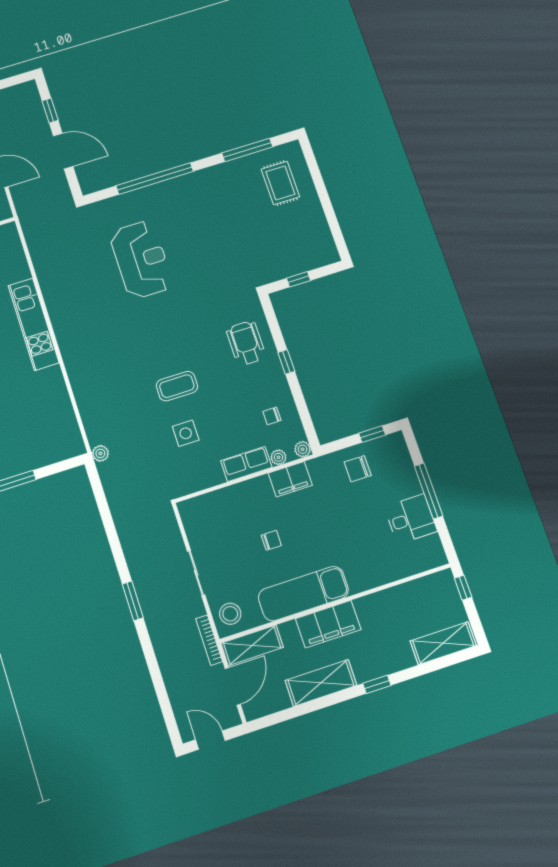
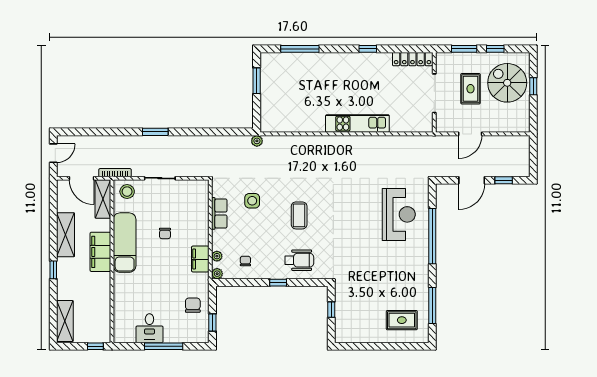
reception desk: (141, 260) -> (399, 214), moved, turned -90
coffee table: (177, 386) -> (299, 215), moved
row of seats: (246, 464) -> (219, 213), moved

